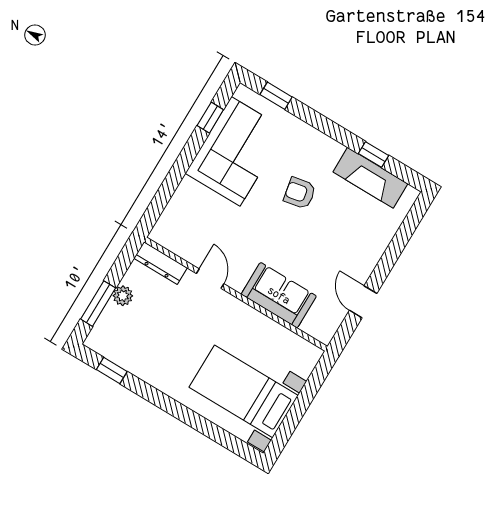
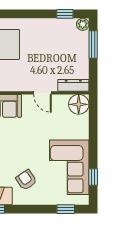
armchair: (300, 193) -> (26, 180), moved, turned -113
floor lamp: (169, 232) -> (79, 104), added
plant: (123, 296) -> (83, 24), moved

